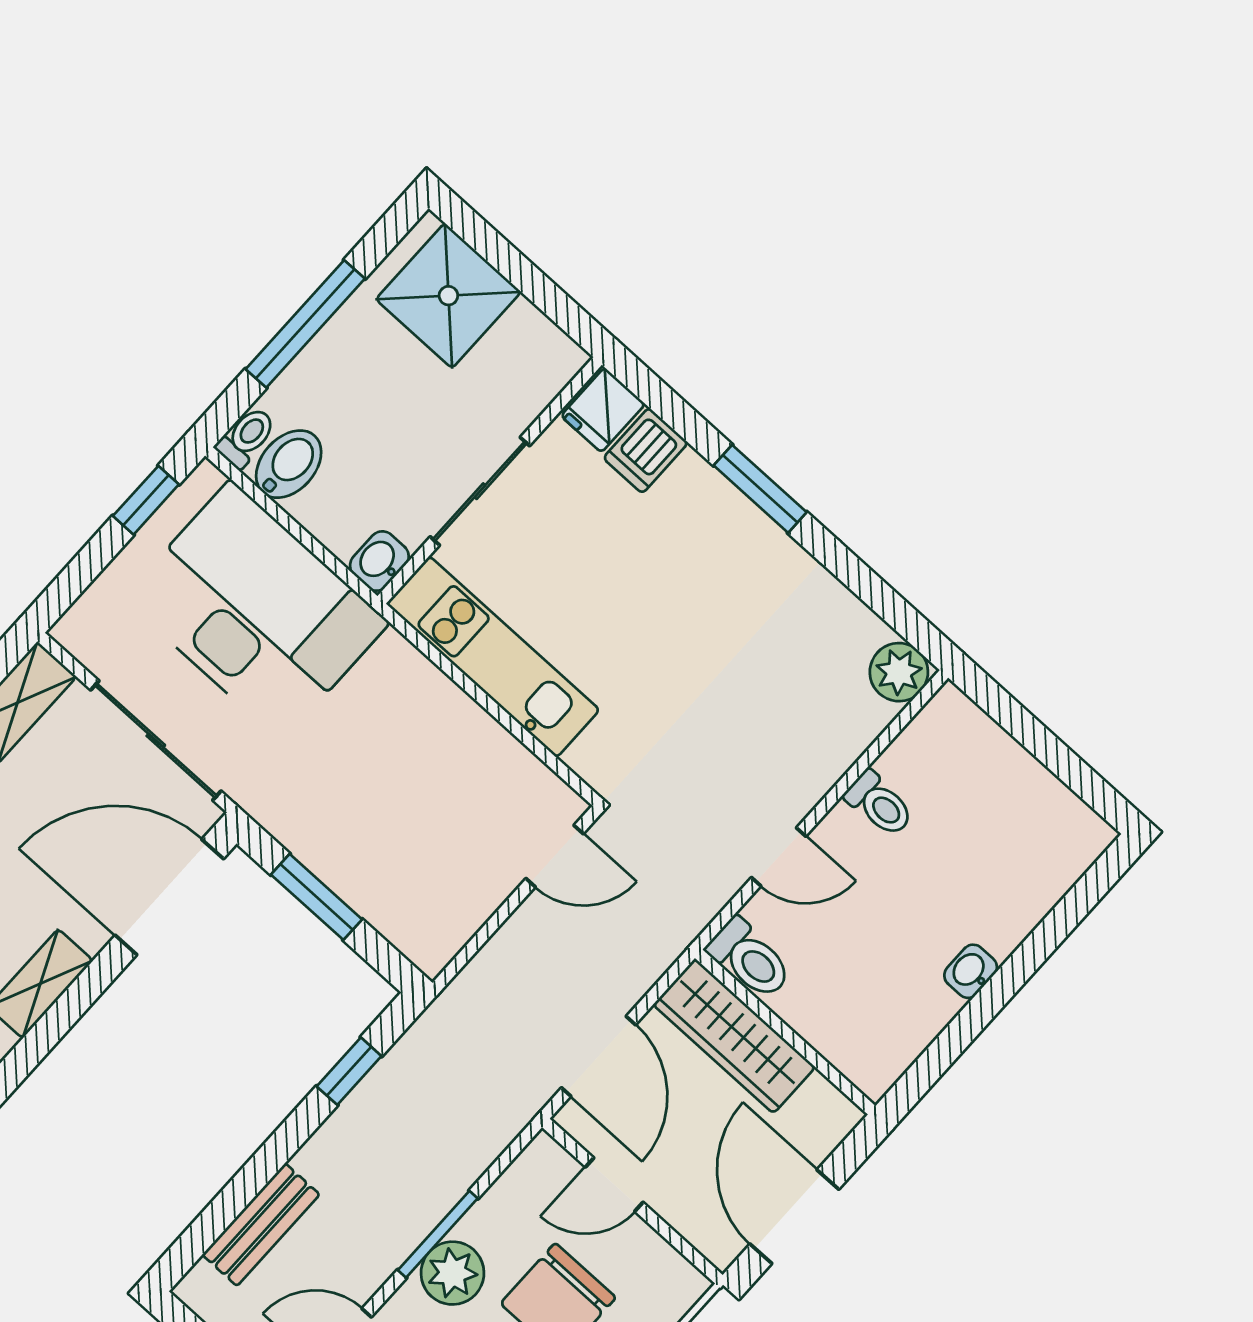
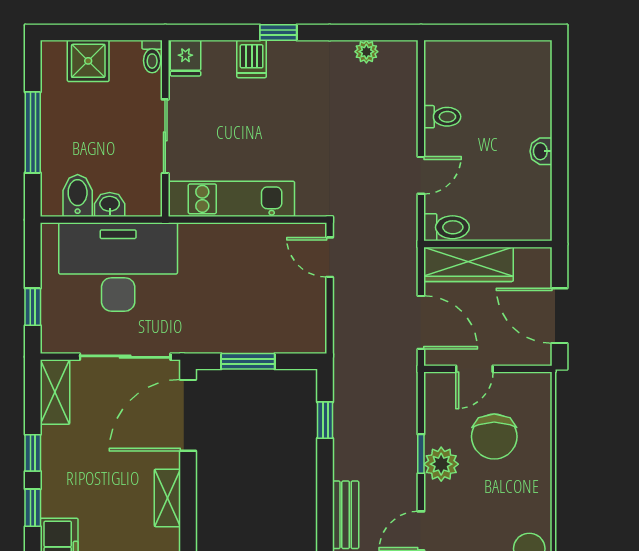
shower: (448, 296) -> (88, 61), width x0.73, depth x0.73
toilet: (246, 437) -> (152, 56), moved, turned 180
dishwasher: (646, 450) -> (252, 59), moved
window: (760, 489) -> (278, 32), width x0.67
window: (146, 500) -> (33, 307), moved
washbasin: (379, 561) -> (110, 204), moved, turned 90
plant: (899, 672) -> (366, 52), moved, width x0.73, depth x0.73
door: (555, 856) -> (330, 257), swing flipped
window: (438, 1234) -> (421, 454), width x0.67

